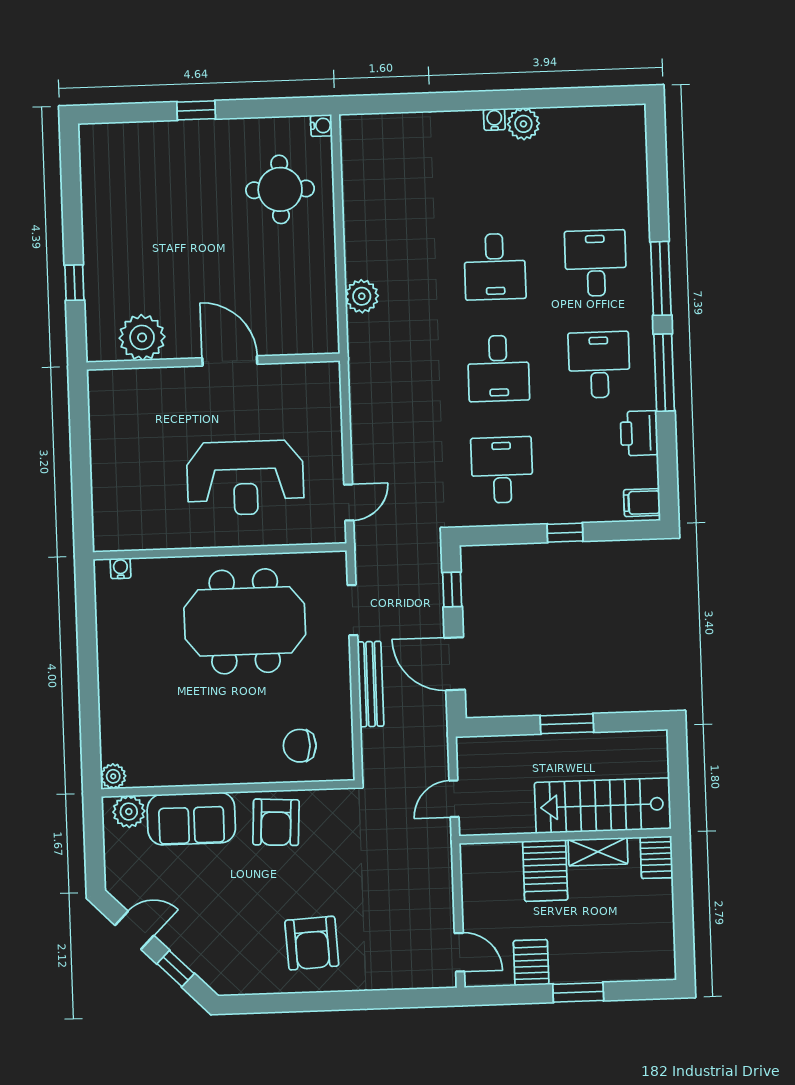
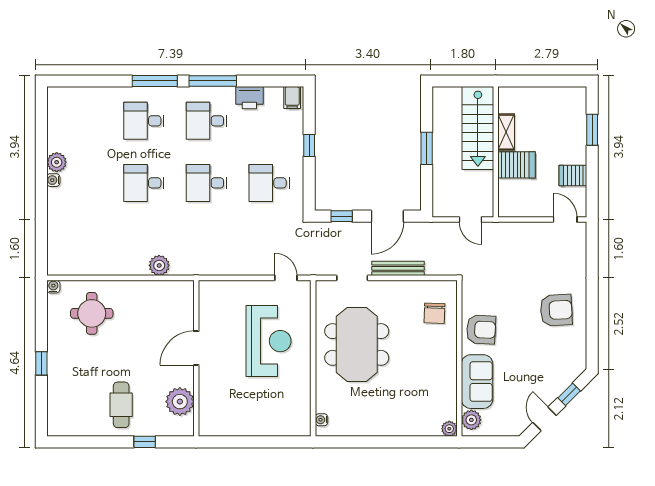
cafe table: (133, 242) -> (121, 405), added
desk: (495, 267) -> (144, 183), turned 180
desk: (498, 368) -> (207, 183), turned 180
server rack: (657, 857) -> (511, 96), removed
door: (459, 952) -> (565, 219), hinge flipped
window: (578, 992) -> (592, 130), moved

